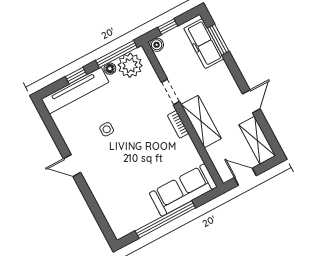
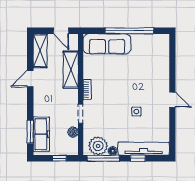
boiler: (157, 45) -> (73, 132), moved
shelving: (201, 122) -> (71, 70), moved

